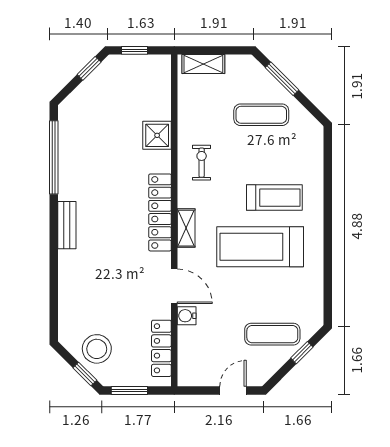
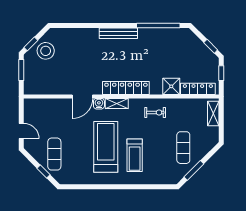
window: (282, 79) -> (194, 170), moved
bench: (67, 225) -> (118, 33), width x1.36
water cooler: (187, 316) -> (99, 104), moved
locker: (161, 348) -> (198, 89), moved

